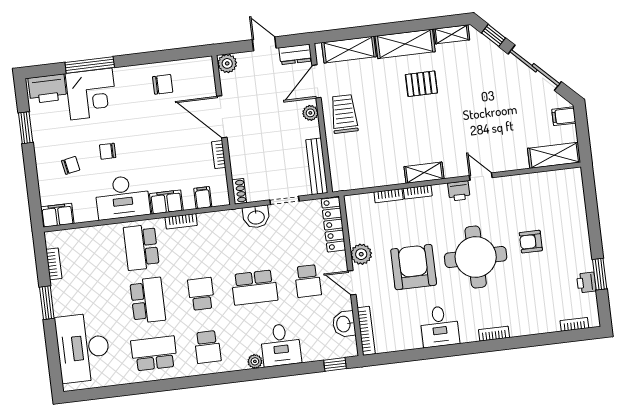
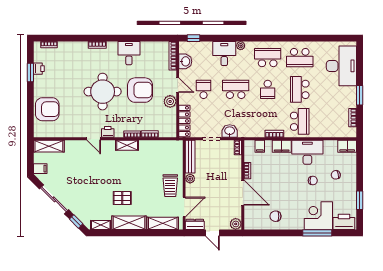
plant: (310, 113) -> (190, 179), moved
armchair: (531, 242) -> (47, 109), moved, width x1.88, depth x1.88
armchair: (414, 267) -> (140, 90), turned -90
school desk: (208, 347) -> (268, 58), width x1.85

